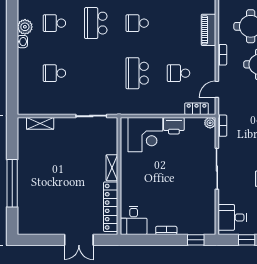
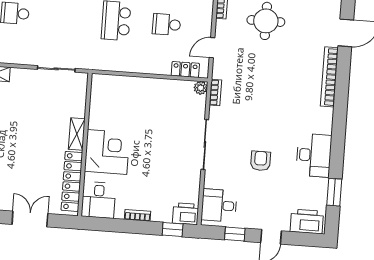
printer: (174, 126) -> (186, 214), moved, turned 180
corner desk: (145, 135) -> (107, 152), moved, turned -90
double door: (79, 240) -> (30, 219), swing flipped

